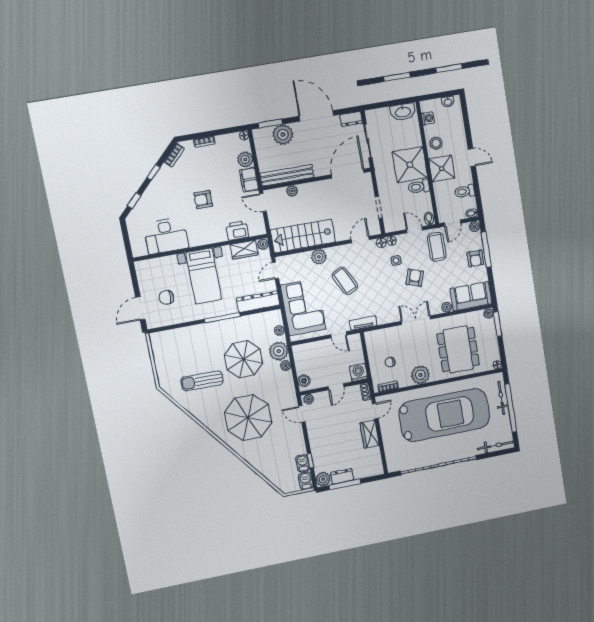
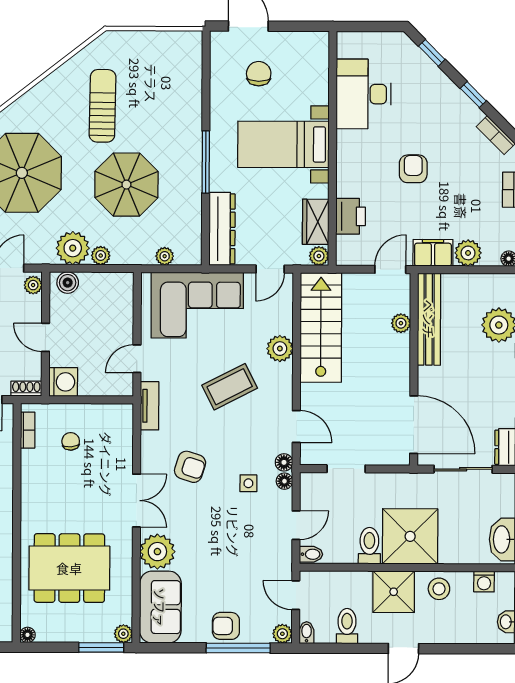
coffee table: (437, 247) -> (259, 560), removed
door: (275, 270) -> (270, 269), swing flipped
armchair: (415, 278) -> (190, 467), moved
plant: (447, 307) -> (157, 552), width x1.87, depth x1.87
plant: (279, 351) -> (73, 248), moved
plant: (420, 375) -> (37, 492), removed

